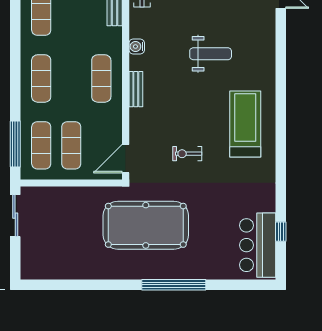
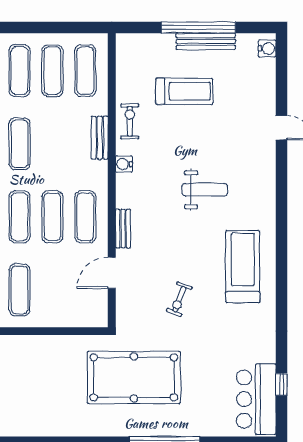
water cooler: (137, 47) -> (124, 164), moved
exercise mat: (71, 145) -> (52, 217), moved
exercise bike: (187, 154) -> (179, 299), turned -69
door: (126, 159) -> (112, 273), moved

